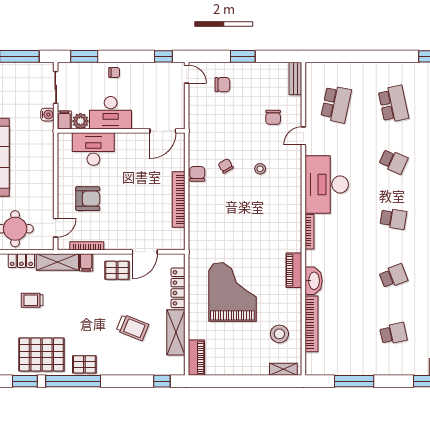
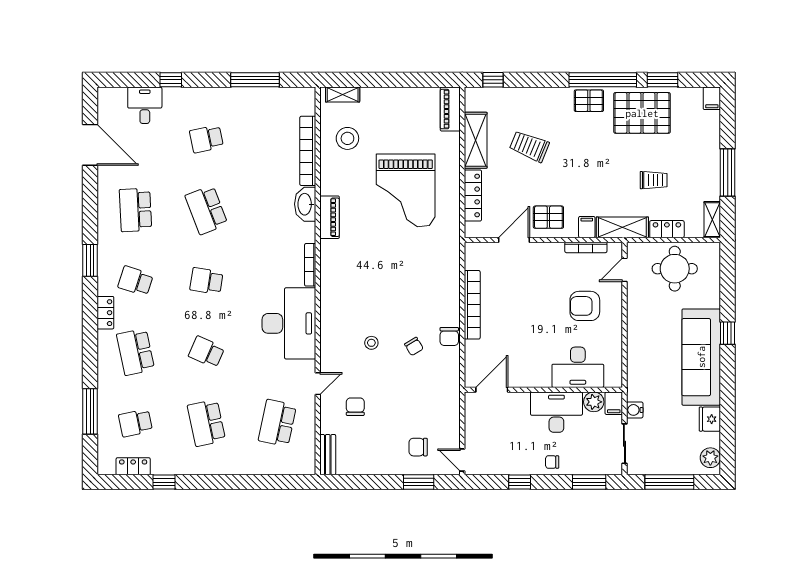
window: (163, 56) -> (520, 482), moved
window: (243, 56) -> (419, 482), moved
school desk: (393, 276) -> (206, 210), width x1.85

